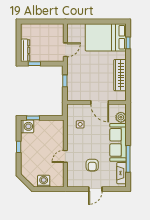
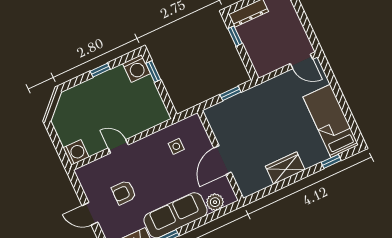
bed: (106, 37) -> (331, 121), width x0.67
door: (65, 50) -> (301, 61), moved
wardrobe: (120, 75) -> (285, 168), width x0.67
washing machine: (44, 181) -> (76, 152), moved

